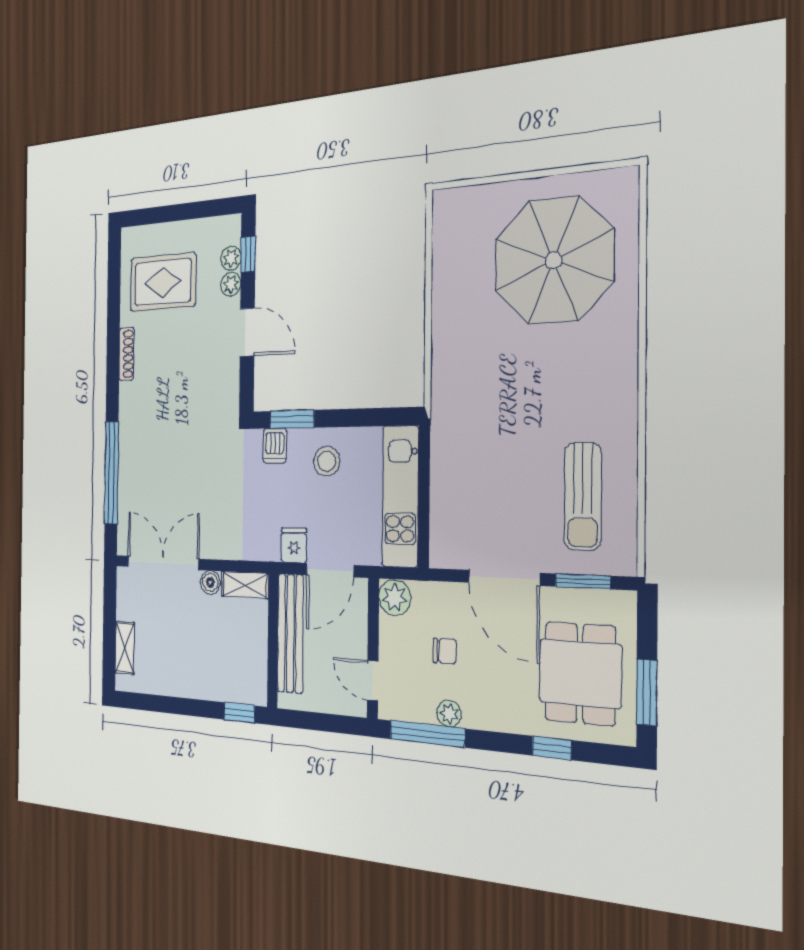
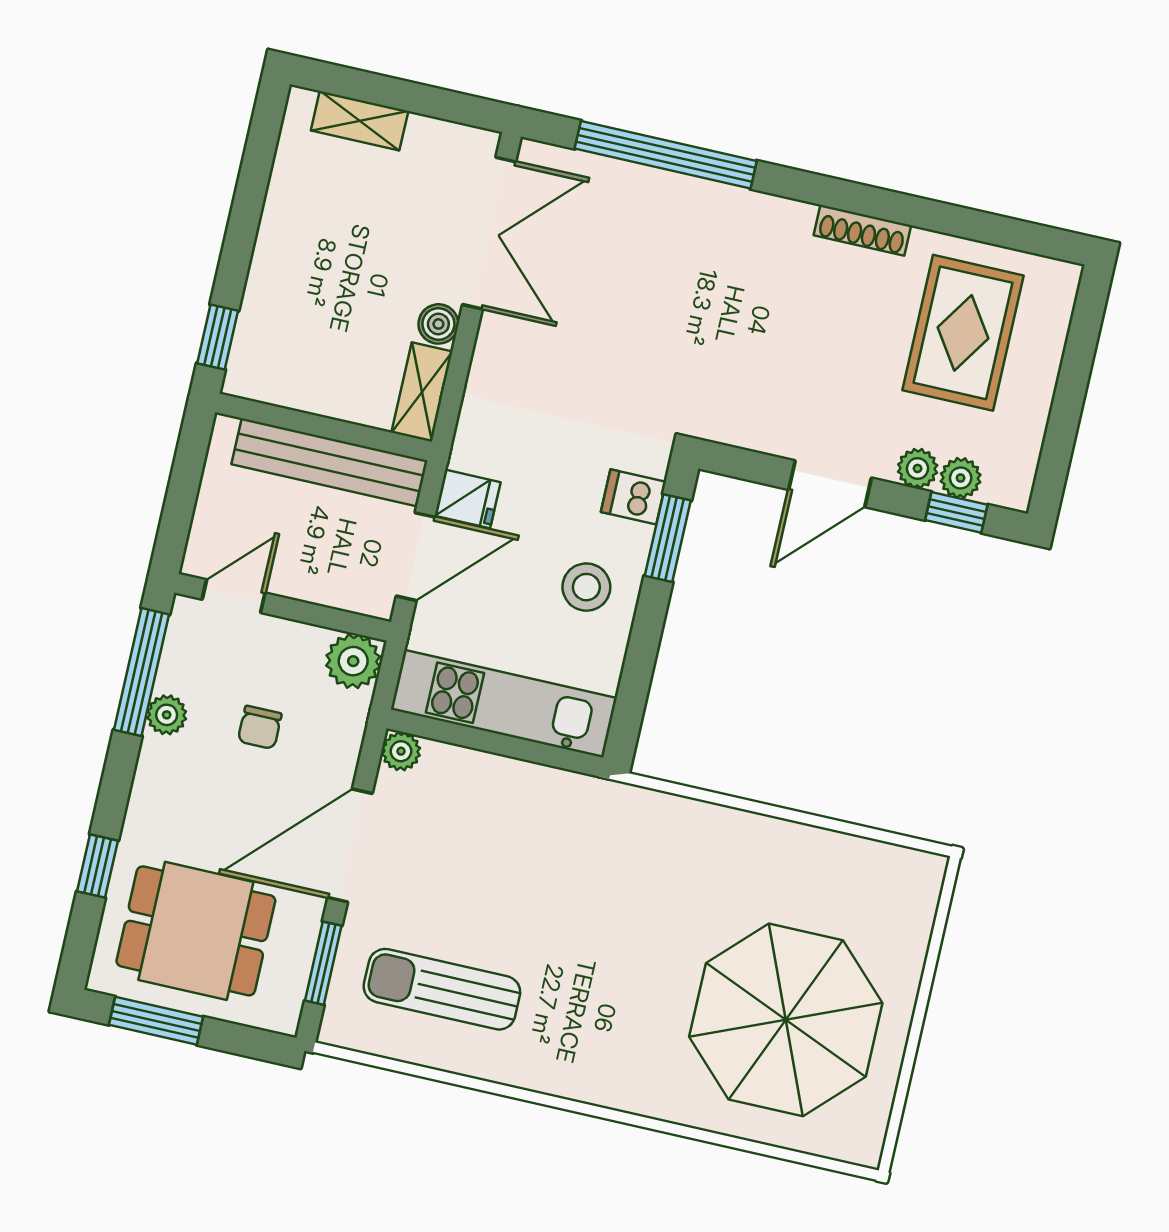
plant: (440, 556) -> (401, 751), added
door: (330, 570) -> (416, 557), swing flipped

